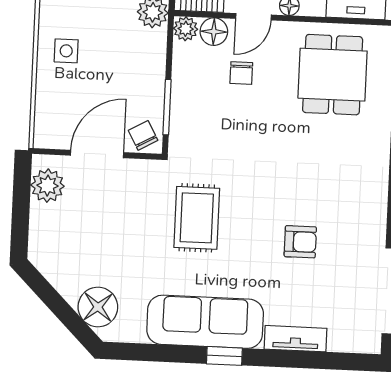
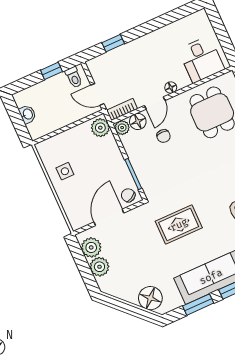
rug: (197, 218) -> (179, 225), turned 90
plant: (45, 221) -> (99, 267), added
window: (165, 353) -> (198, 305), added

